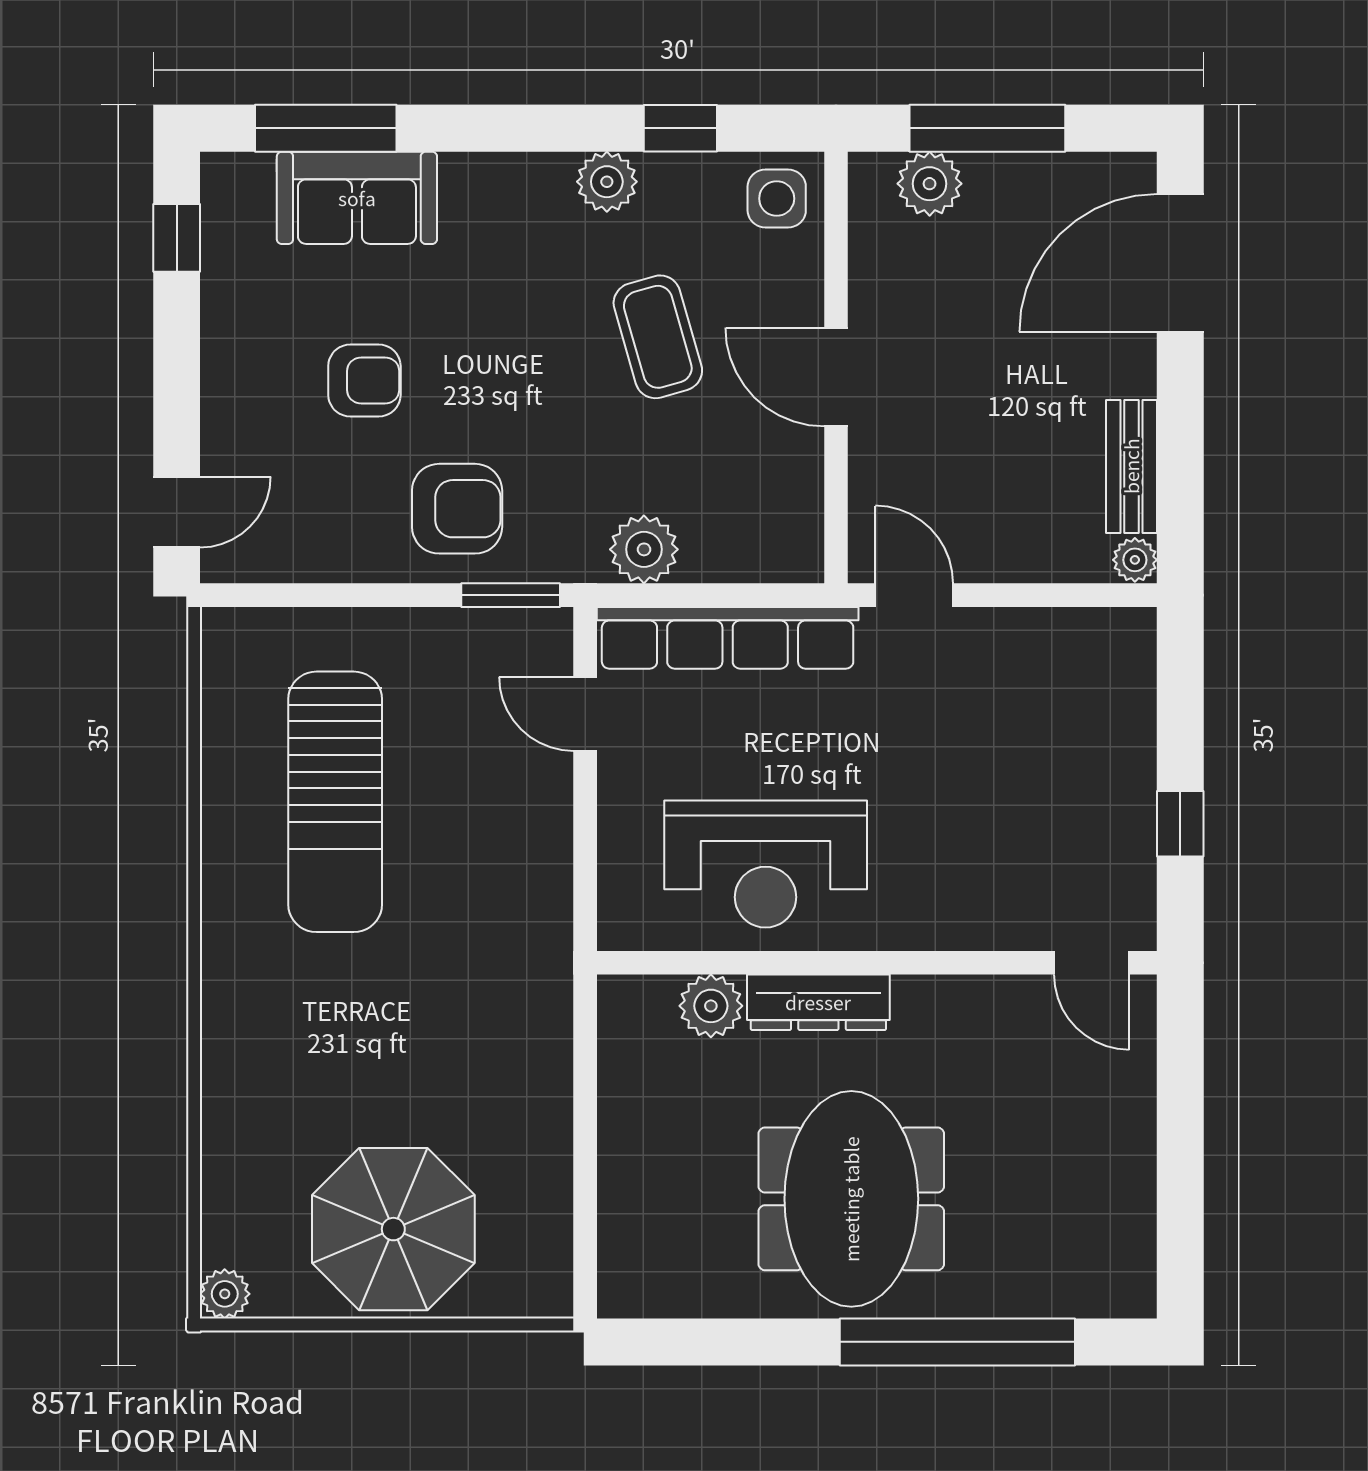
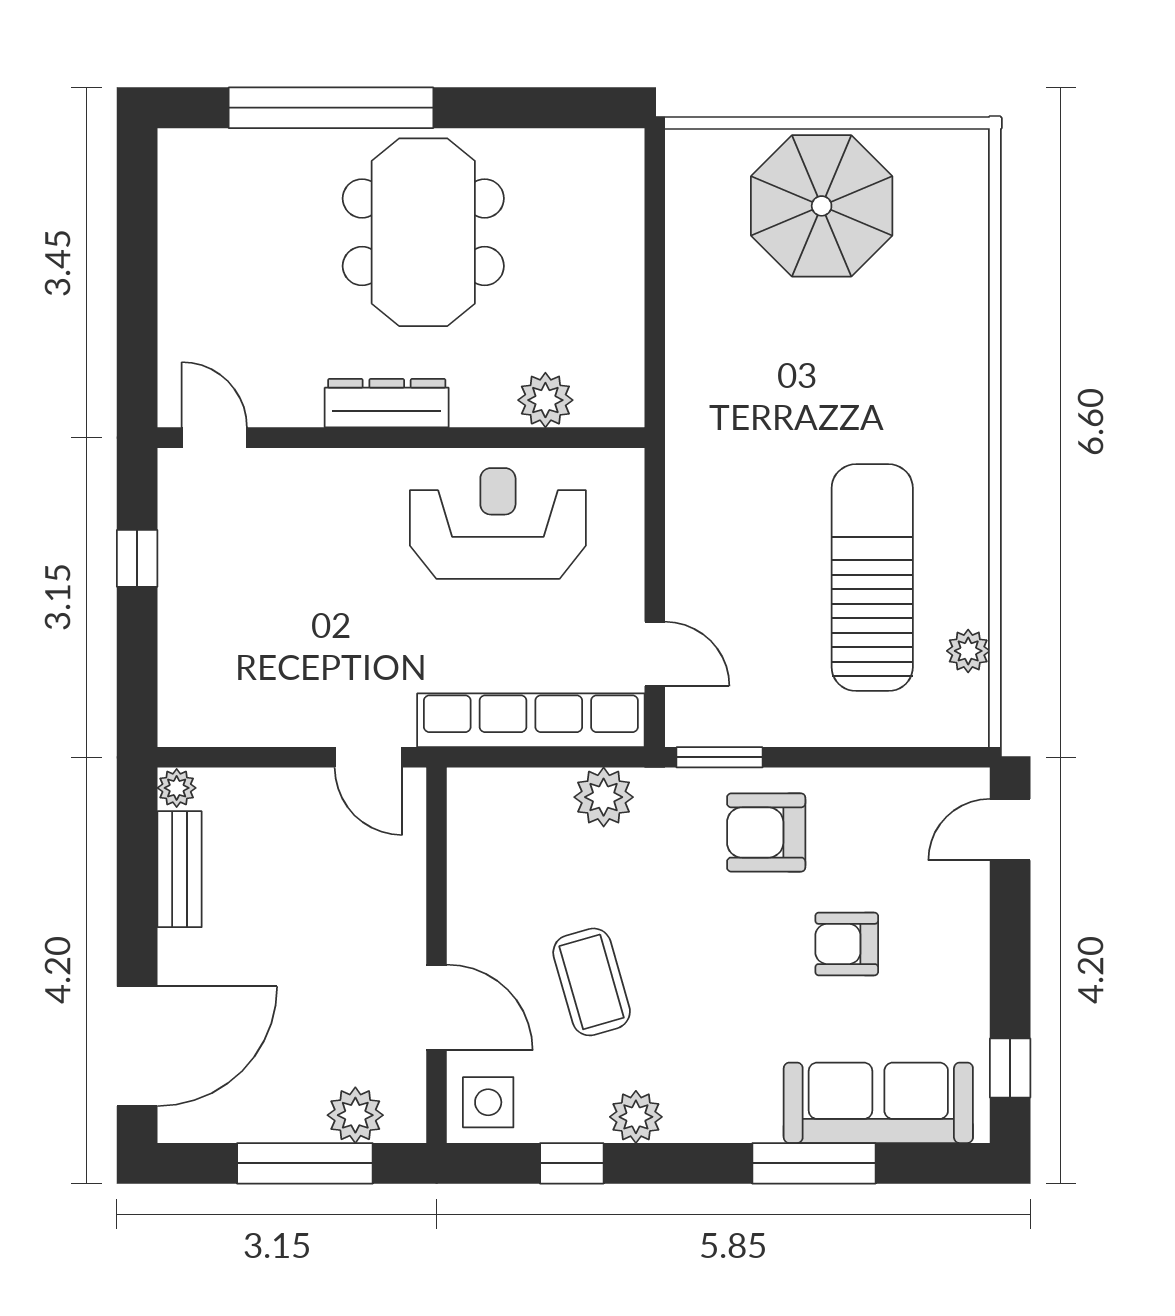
window: (326, 128) -> (814, 1163), moved
sofa: (357, 198) -> (878, 1103), width x1.36
door: (836, 377) -> (437, 1007), moved
dresser: (818, 1002) -> (387, 403), moved
plant: (225, 1294) -> (968, 651), moved

